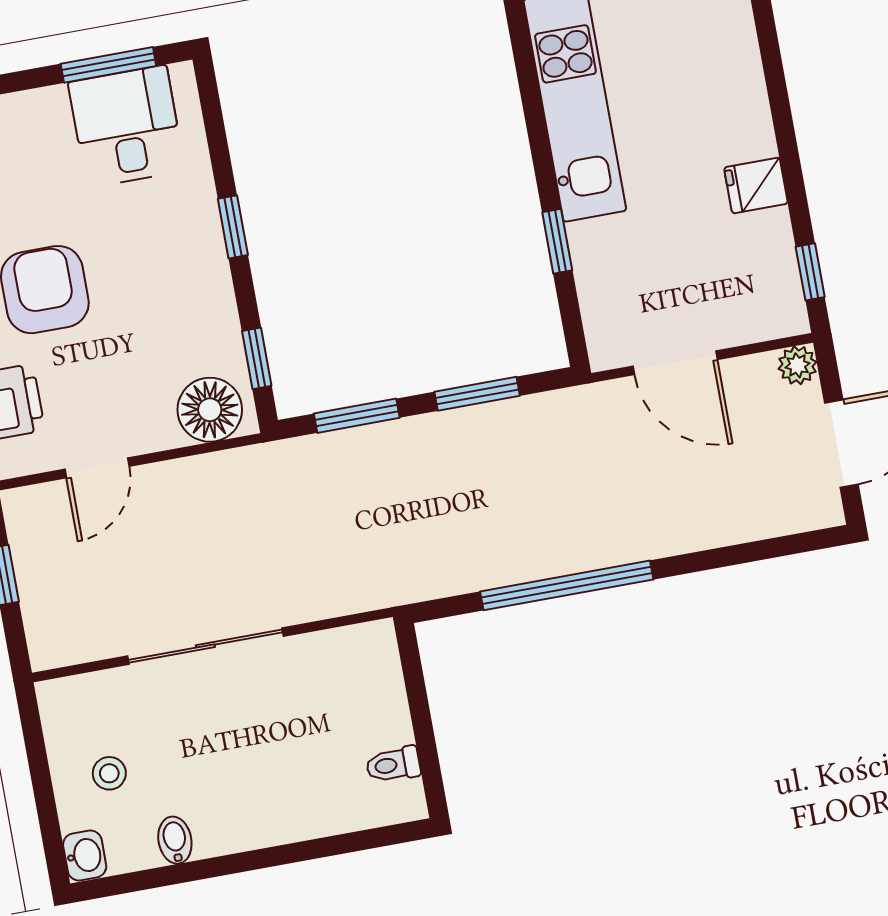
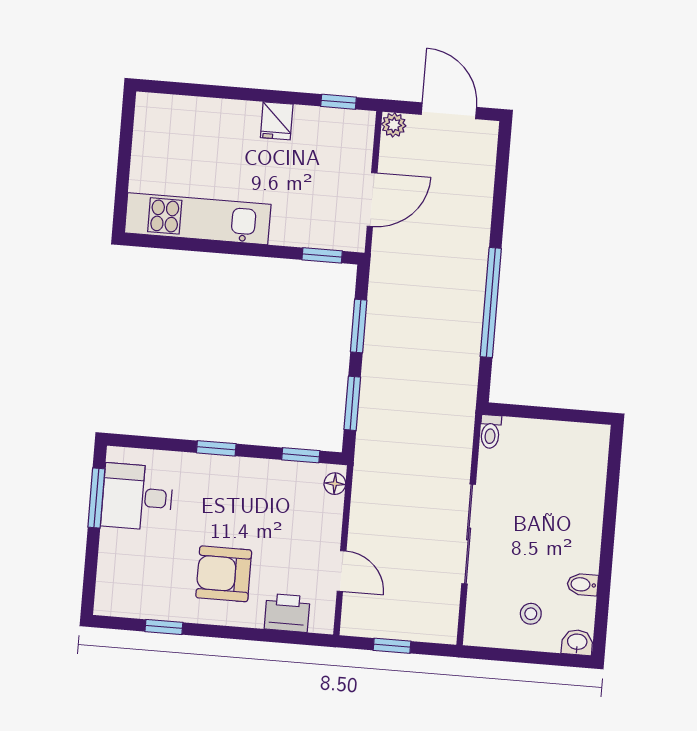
window: (557, 241) -> (322, 255), moved
floor lamp: (210, 410) -> (335, 484), width x0.53, depth x0.53
toilet: (393, 765) -> (490, 432), moved

